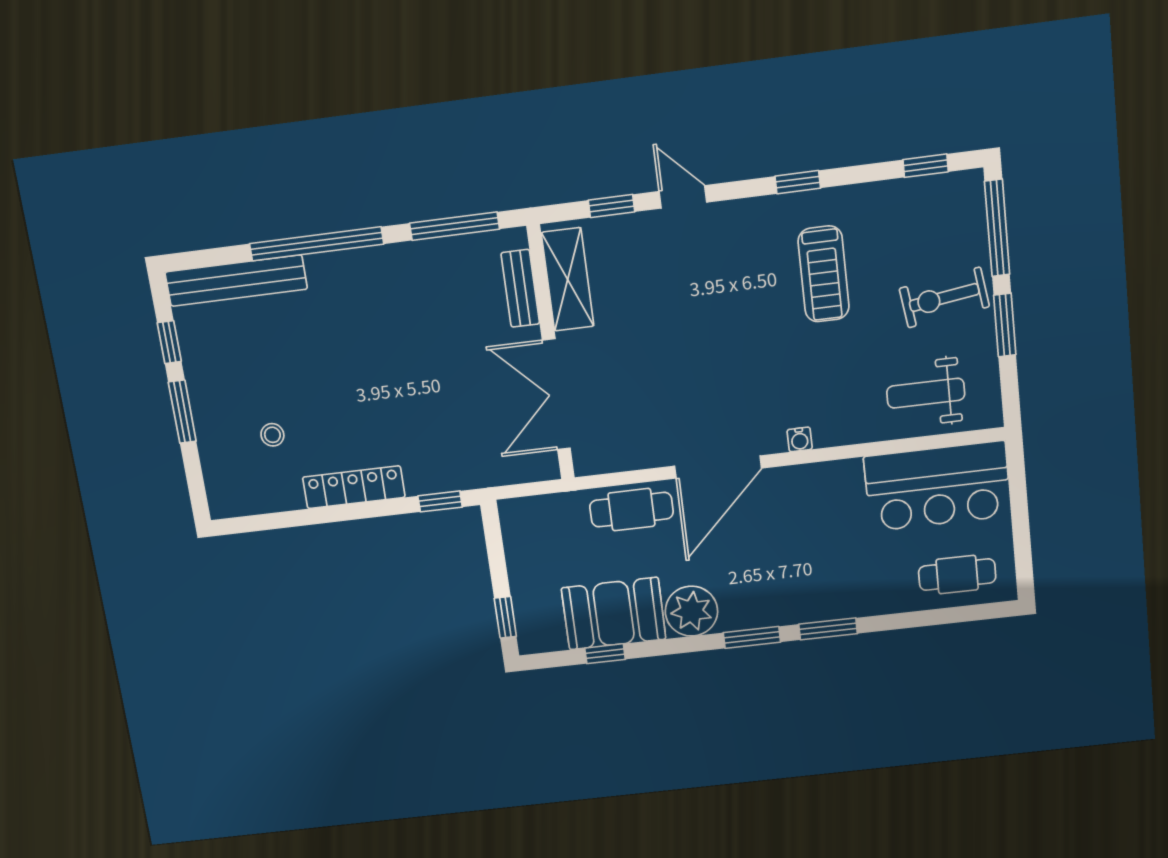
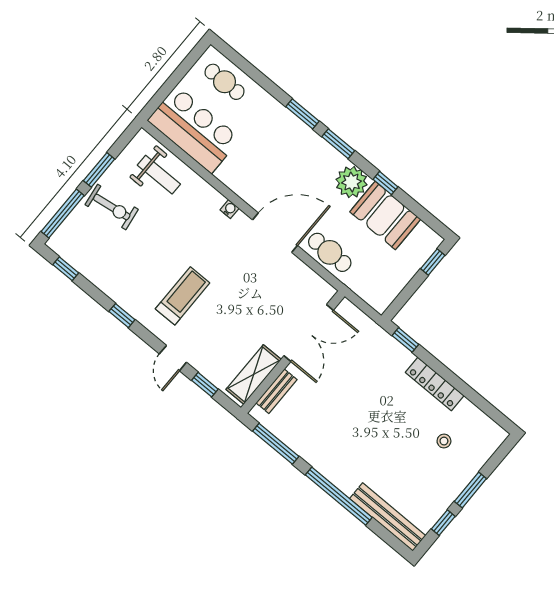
treadmill: (824, 274) -> (183, 296), moved
window: (605, 654) -> (386, 183), moved

